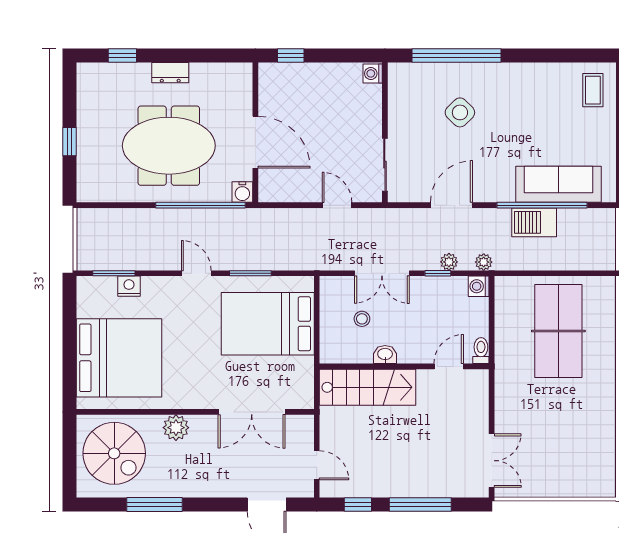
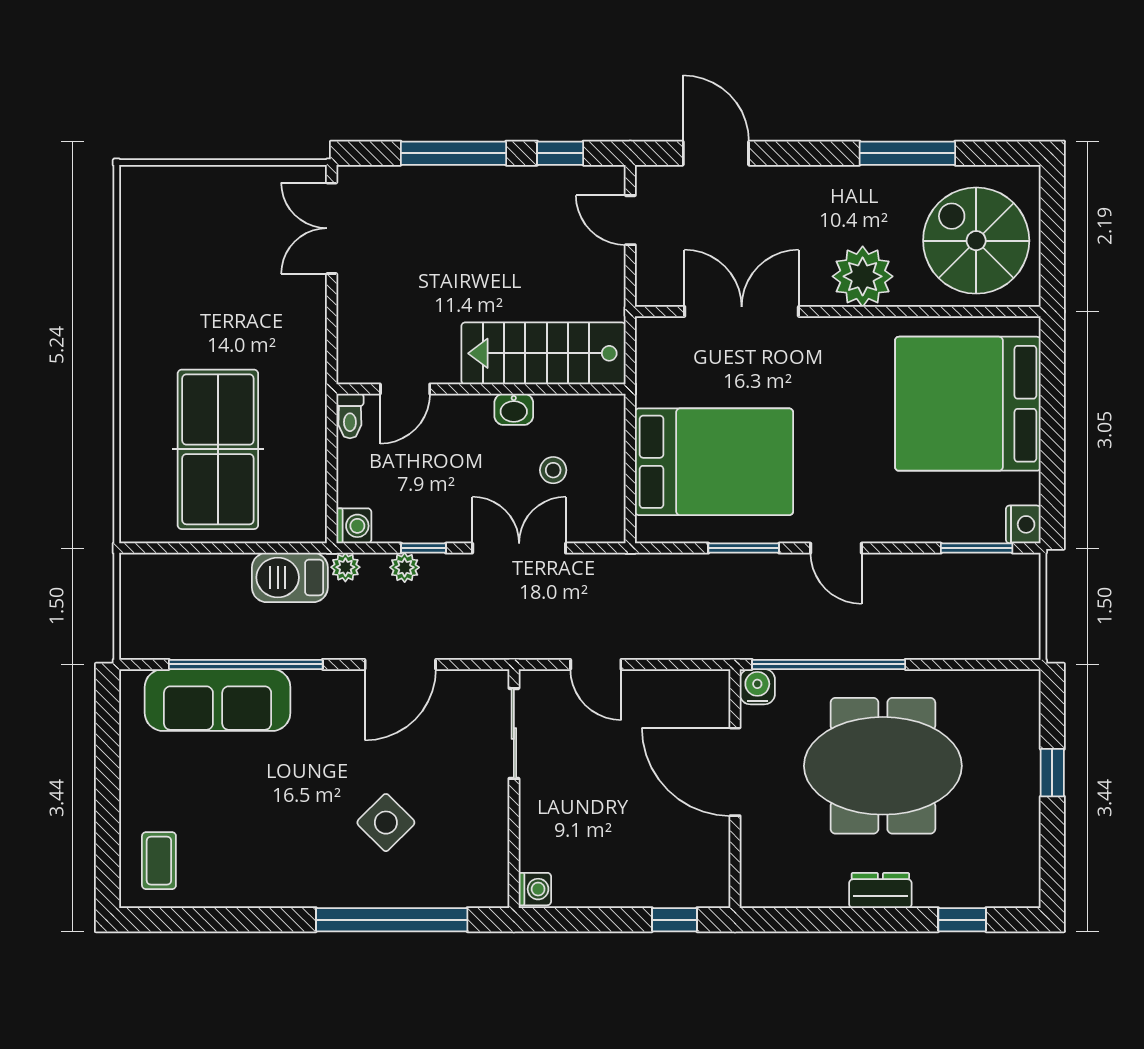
barbecue: (534, 222) -> (290, 577), moved, turned 180
nightstand: (129, 286) -> (1023, 524), moved, turned -90
plant: (176, 428) -> (863, 276), width x1.36, depth x1.36

